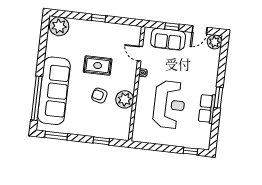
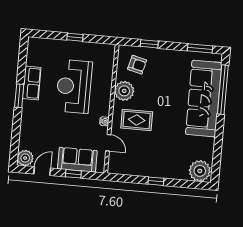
rug: (98, 66) -> (137, 120), moved
armchair: (99, 96) -> (137, 65), moved
window: (190, 151) -> (75, 37), moved

